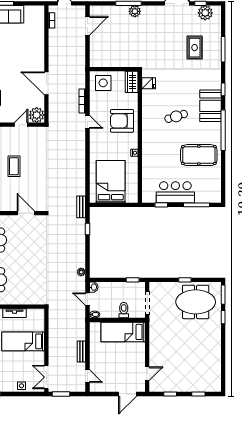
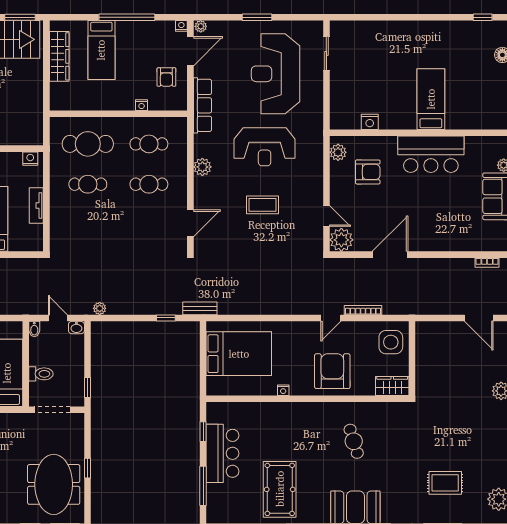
fridge: (149, 83) -> (390, 412), removed
cafe table: (176, 116) -> (354, 441), moved
door: (87, 299) -> (58, 318), hinge flipped

